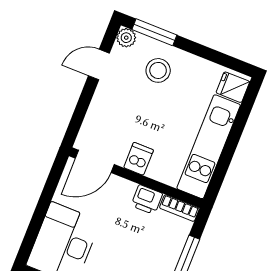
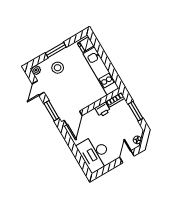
window: (154, 32) -> (56, 50), moved
window: (79, 116) -> (51, 111), added
dishwasher: (139, 159) -> (85, 101), removed

